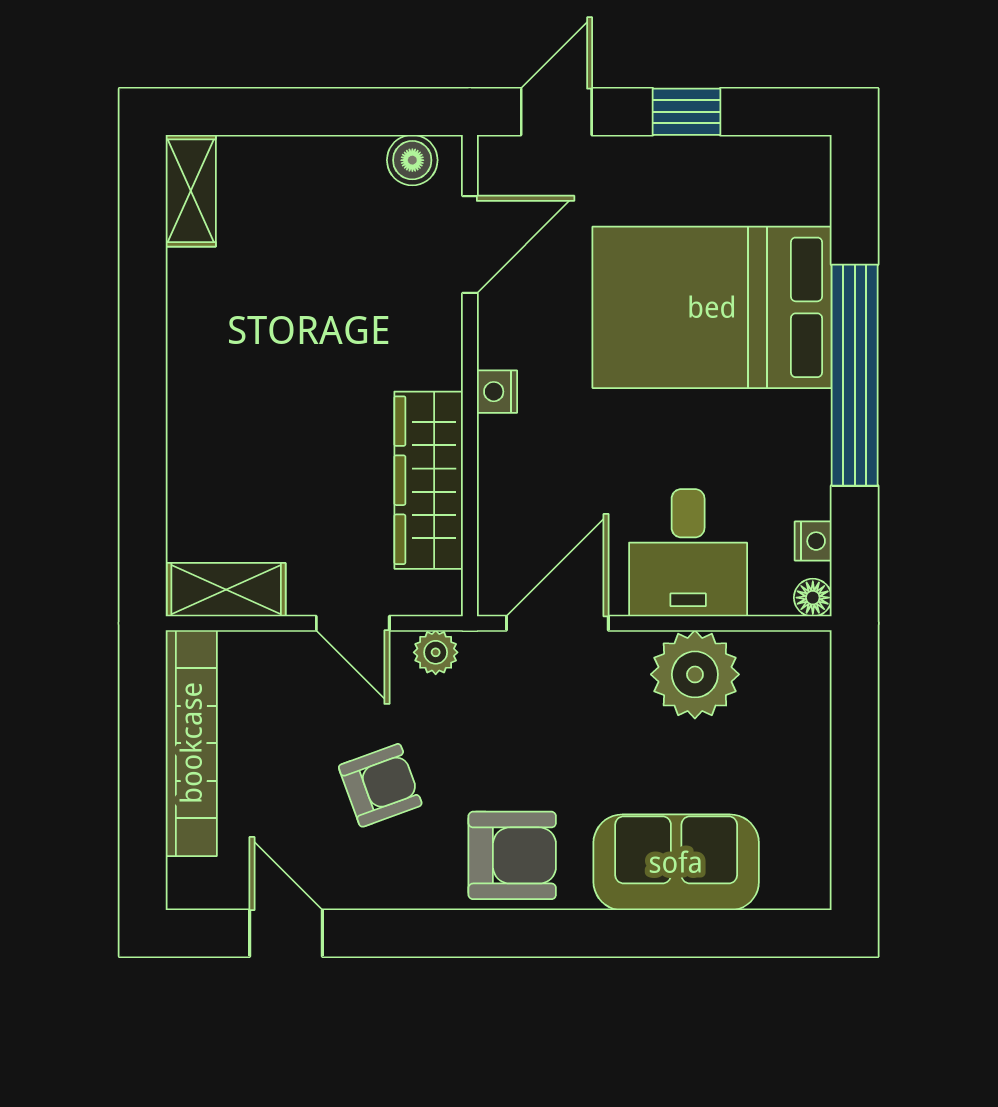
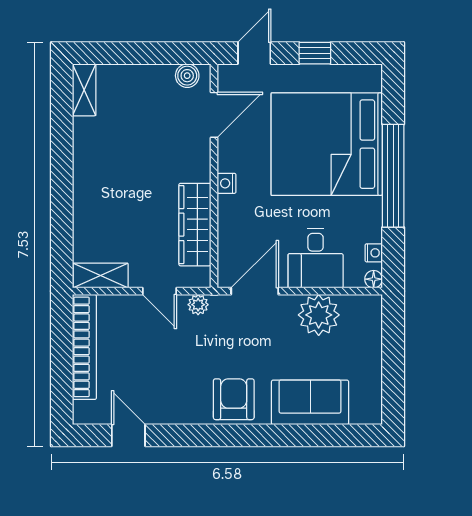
bed: (712, 307) -> (327, 144), width x1.36
armchair: (380, 785) -> (172, 367), removed
armchair: (512, 855) -> (234, 399), turned -90

